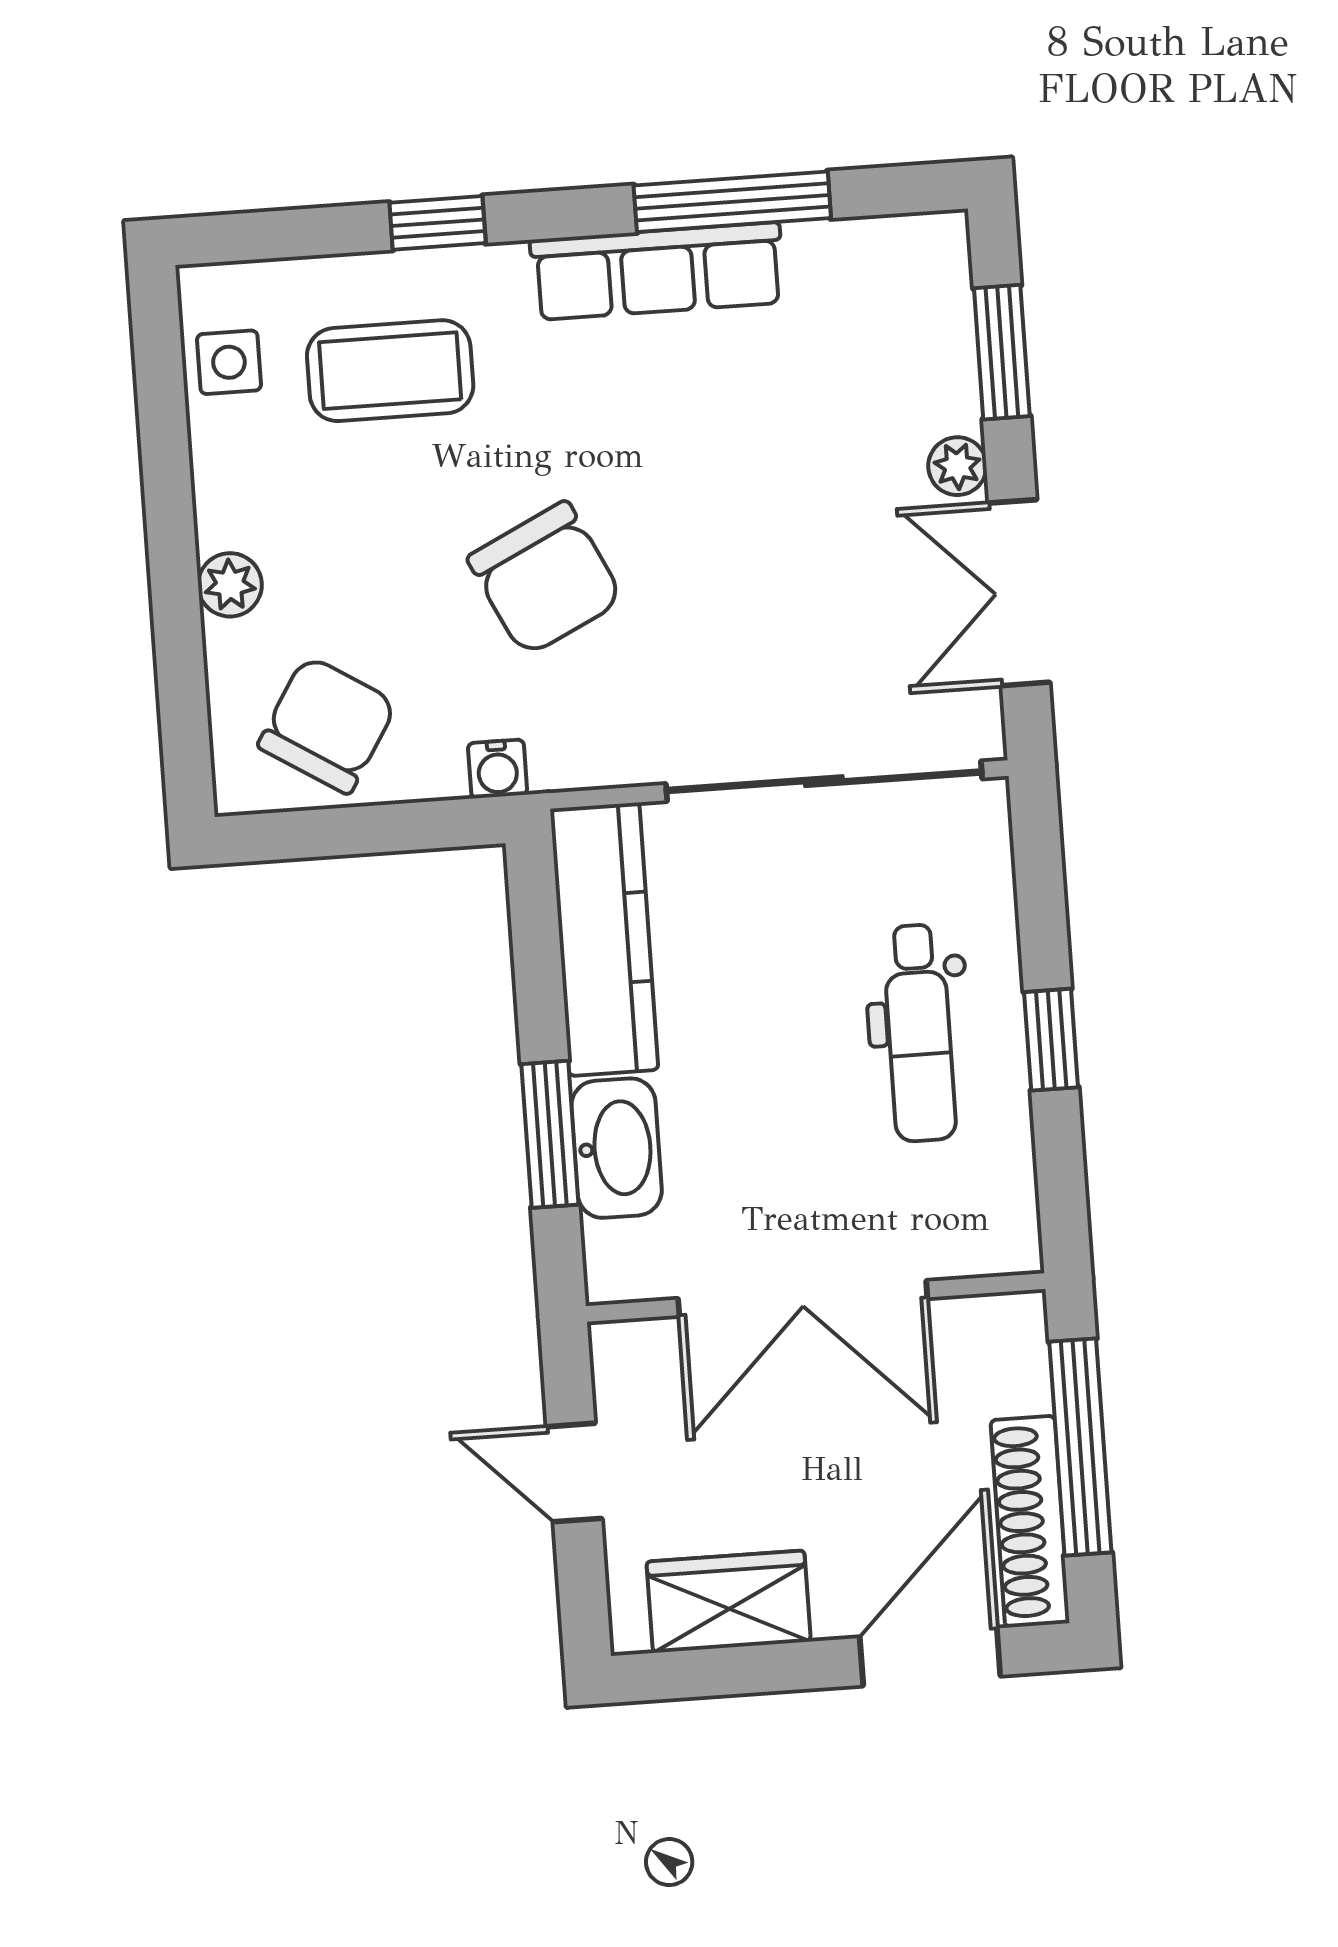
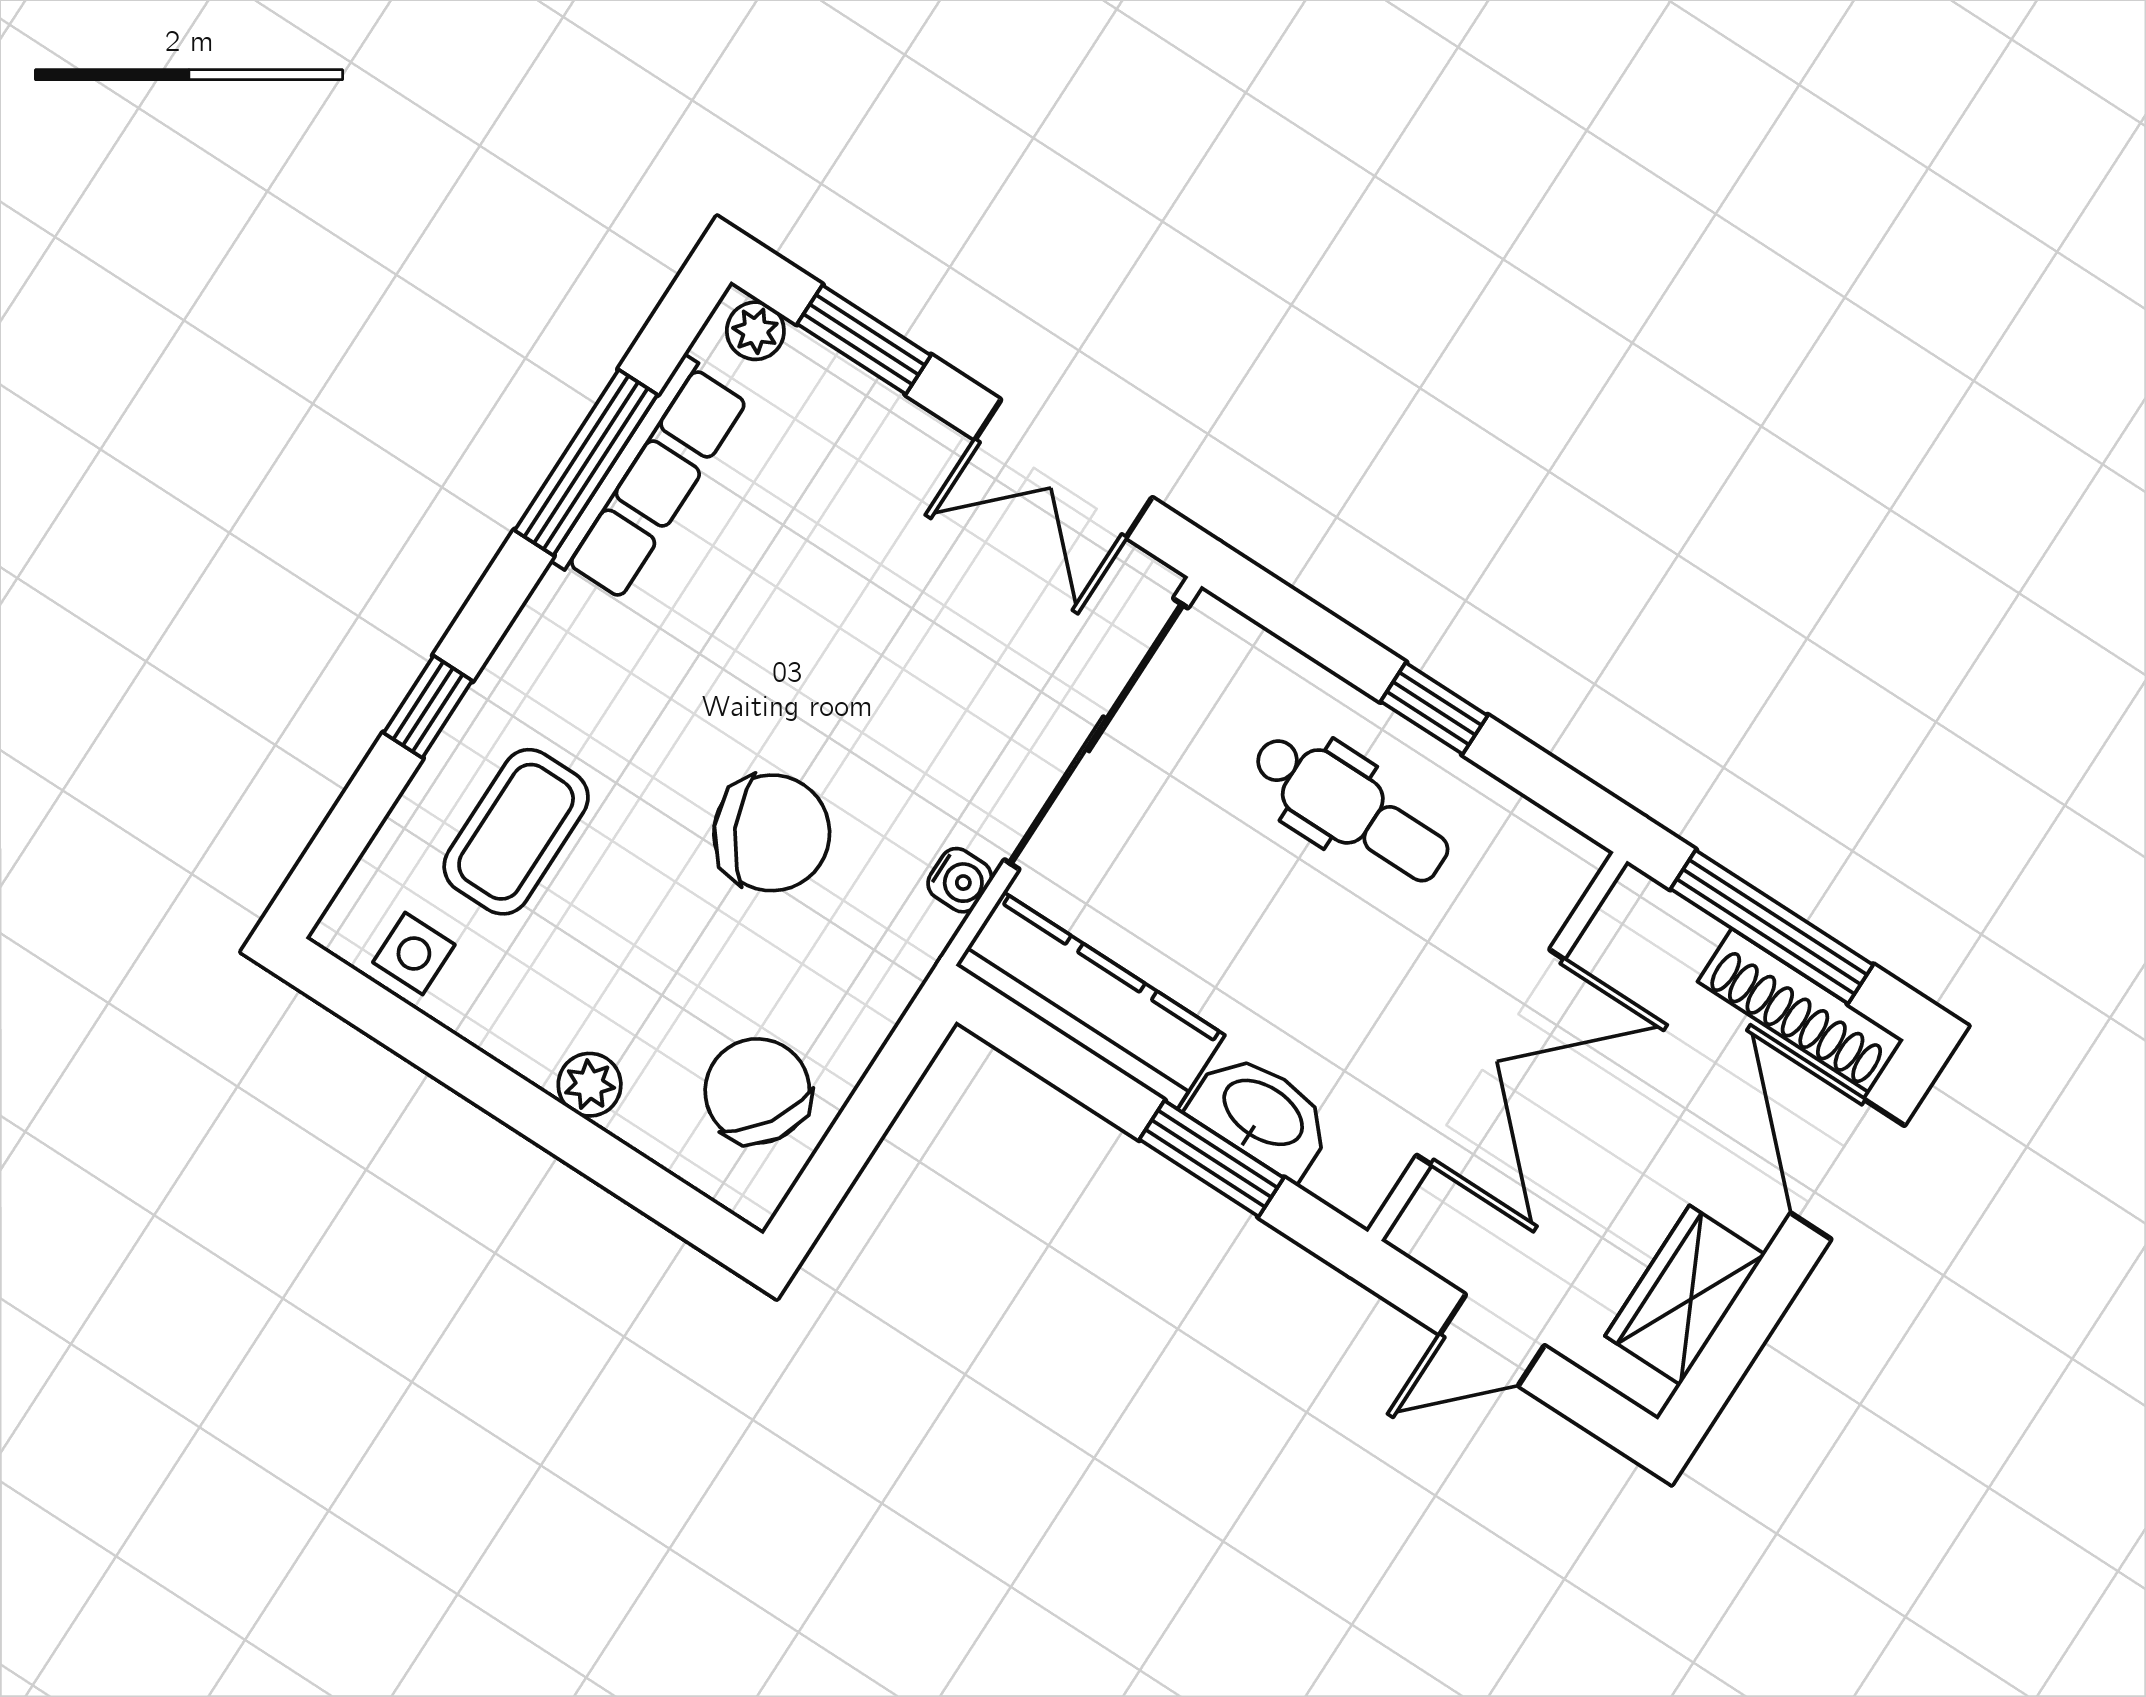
row of seats: (657, 271) -> (650, 479), moved
plant: (957, 466) -> (755, 331), moved
water cooler: (498, 769) -> (960, 880), moved

